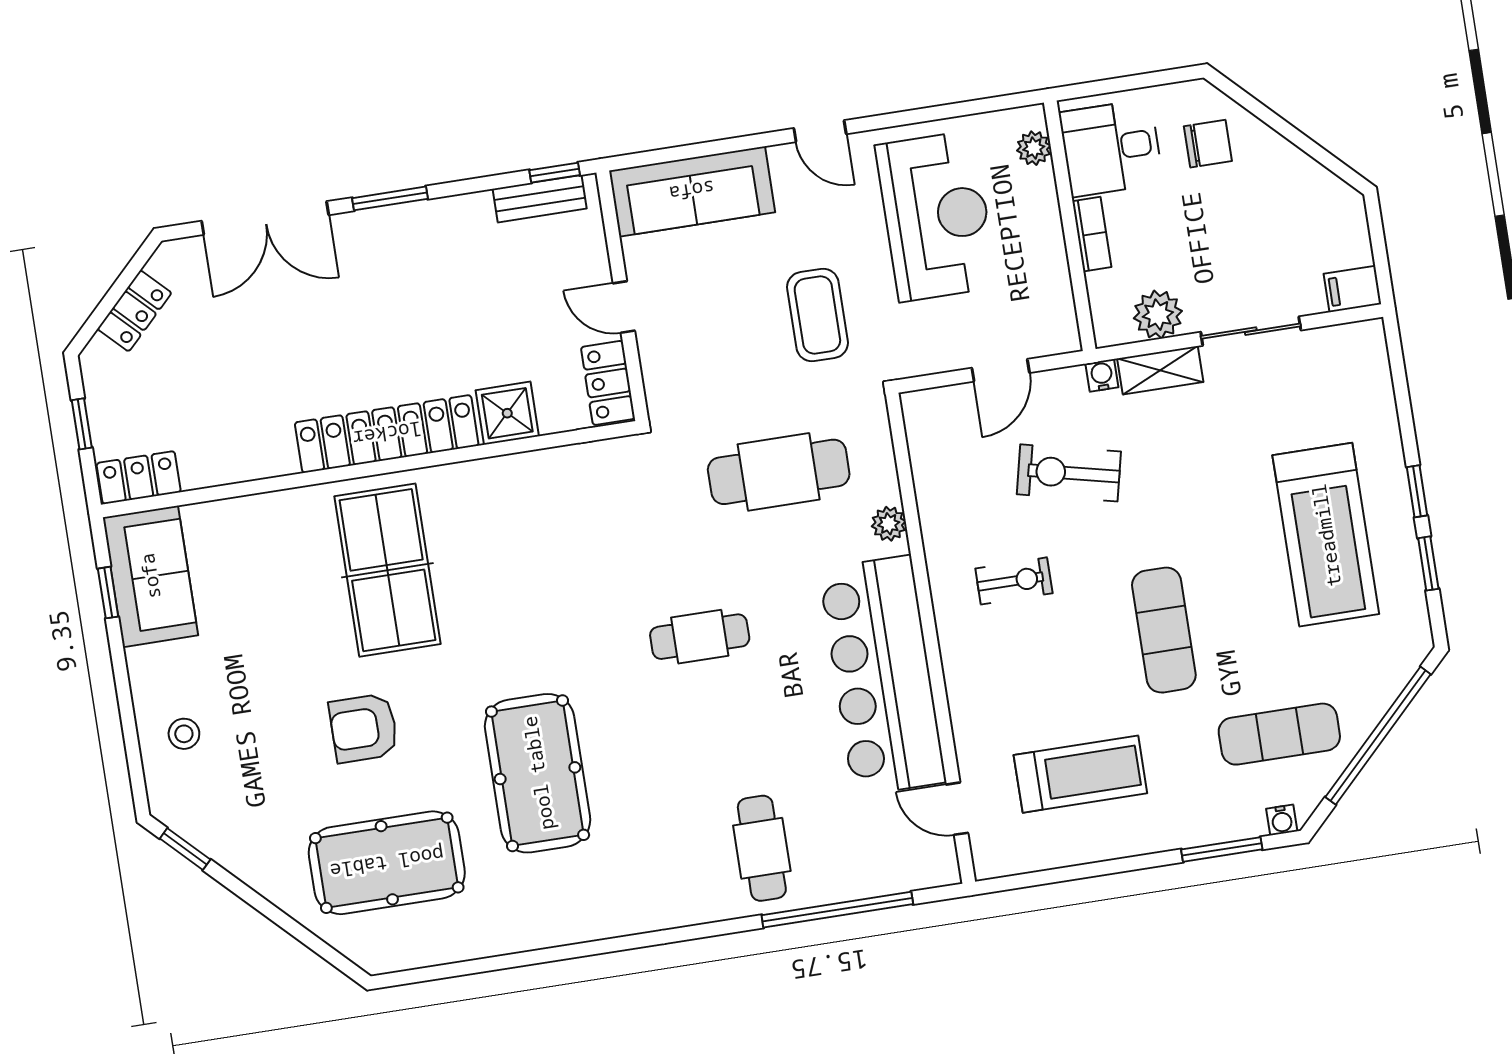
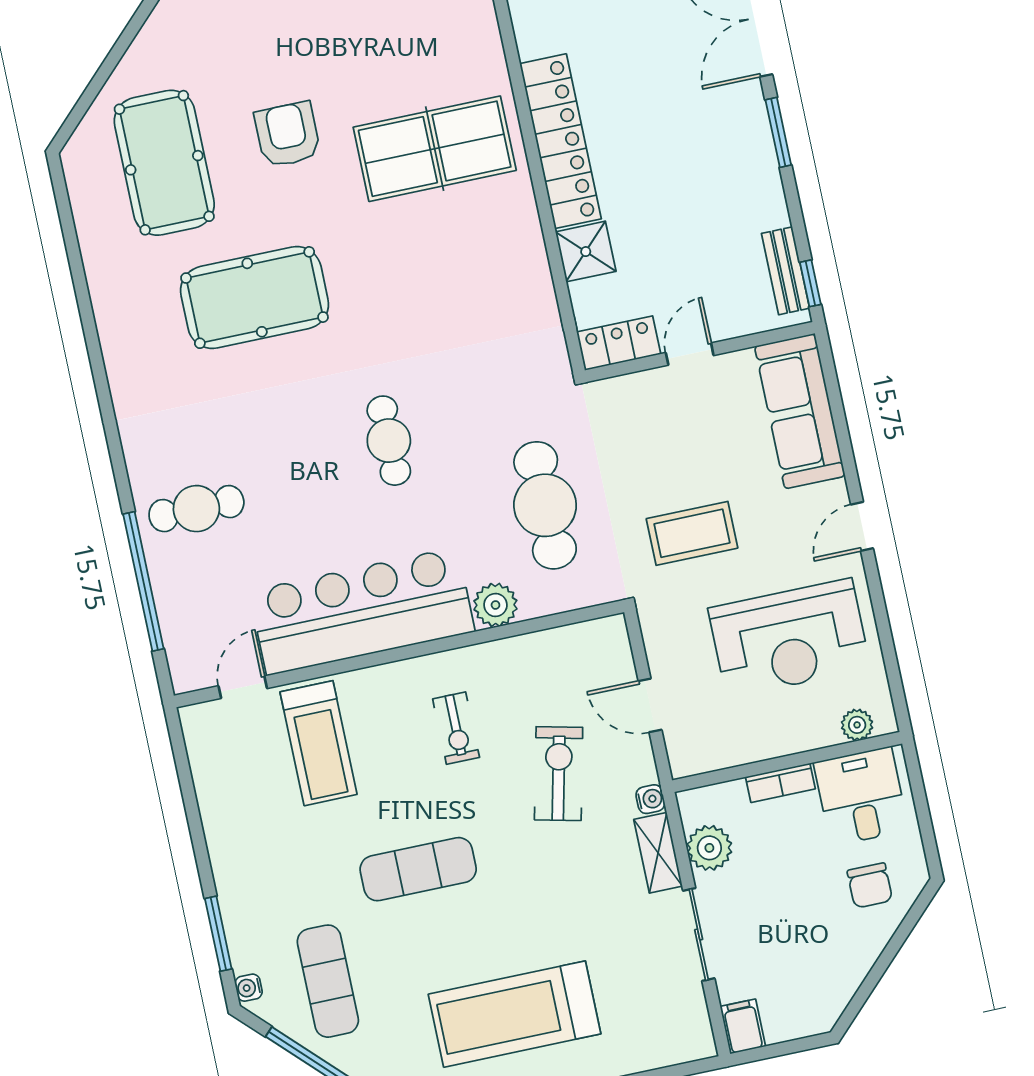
plant: (889, 524) -> (495, 605), width x1.38, depth x1.38
treadmill: (1080, 774) -> (319, 743), moved

